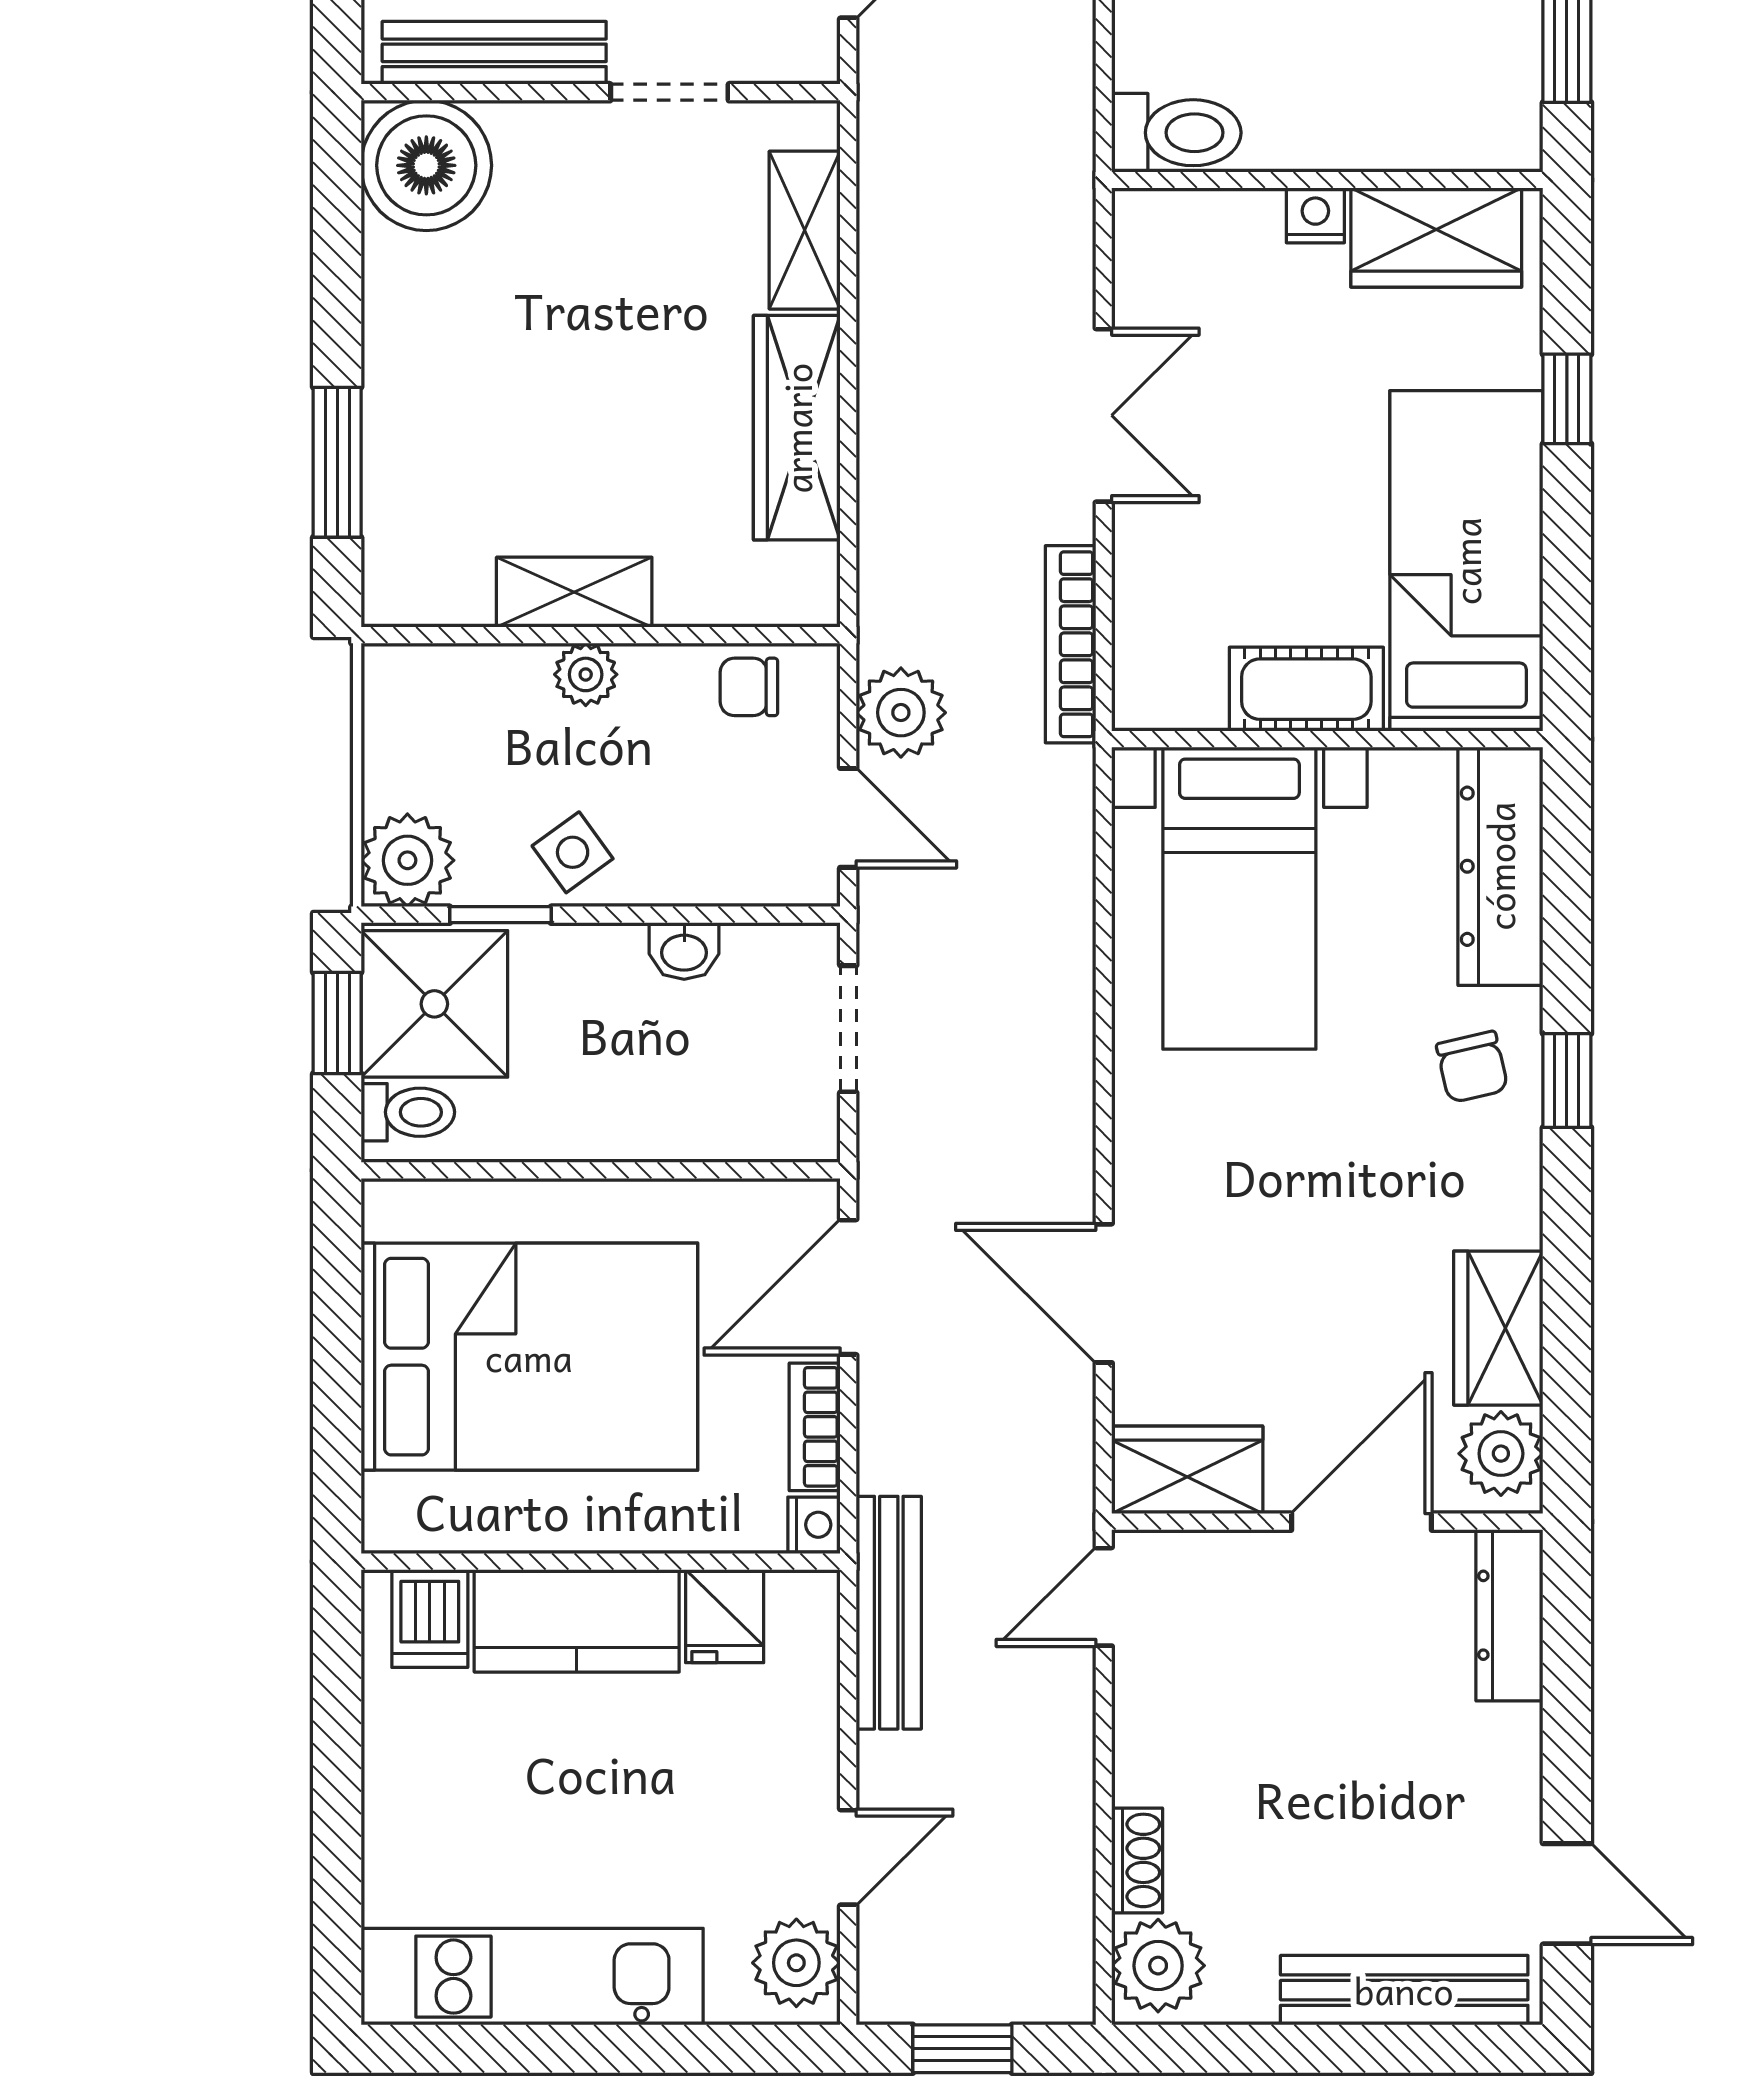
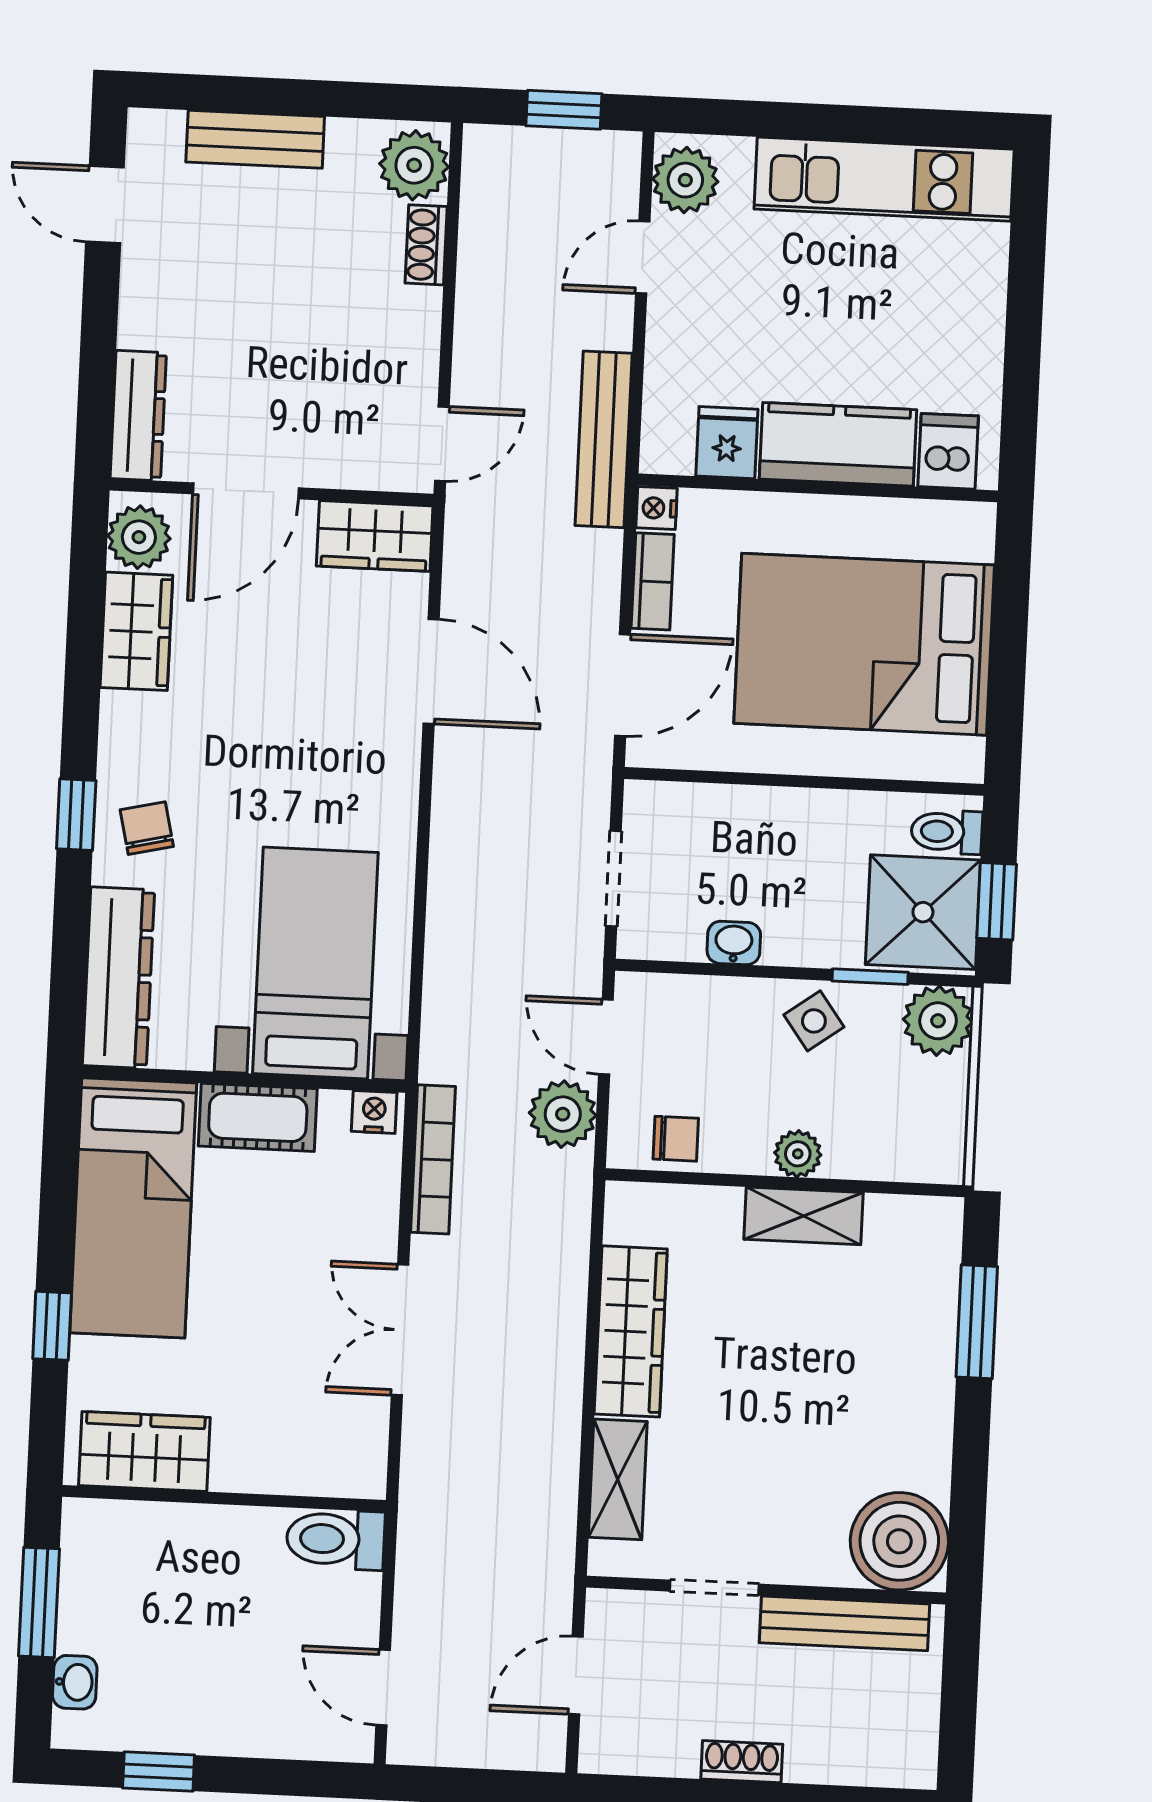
nightstand: (1315, 215) -> (374, 1112), moved, turned 180
bench: (1404, 1990) -> (255, 139), width x0.73

